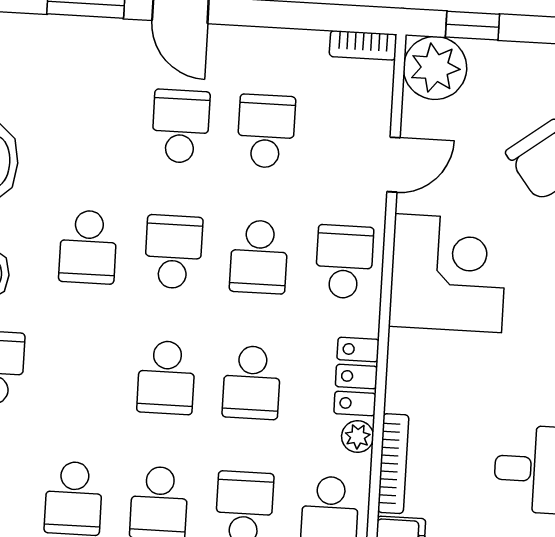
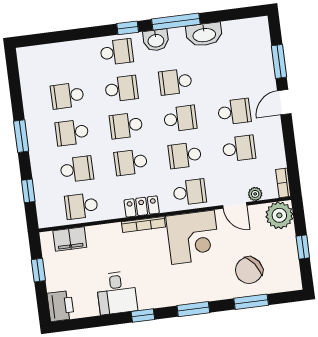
window: (473, 26) -> (303, 247), moved
school desk: (81, 373) -> (121, 89), added
plant: (358, 437) -> (255, 194), moved
bookcase: (393, 464) -> (143, 224), moved

